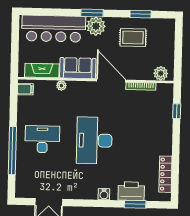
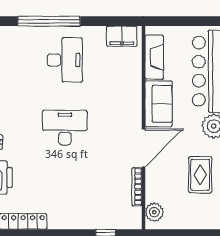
plant: (61, 86) -> (135, 83), removed
filing cabinet: (25, 89) -> (122, 36), width x2.00
desk: (94, 140) -> (65, 128), width x0.73, depth x0.77

